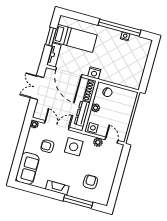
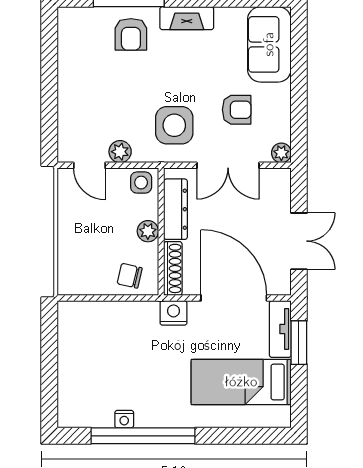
window: (51, 37) -> (299, 343), moved
armchair: (90, 182) -> (131, 34), moved

